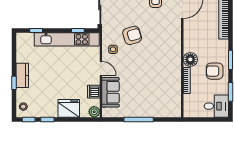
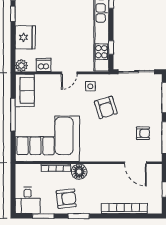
armchair: (215, 71) -> (66, 199), turned 84
corner sofa: (161, 88) -> (47, 139), added
sofa: (110, 92) -> (25, 90), moved, turned -90

